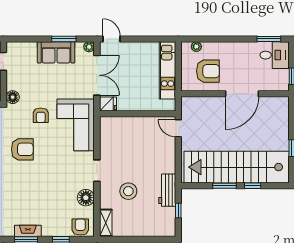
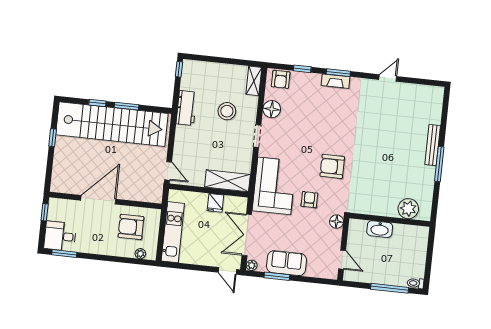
fridge: (108, 104) -> (215, 203), moved, turned -90
shelving: (121, 125) -> (227, 181), added
window: (178, 211) -> (179, 69), moved

